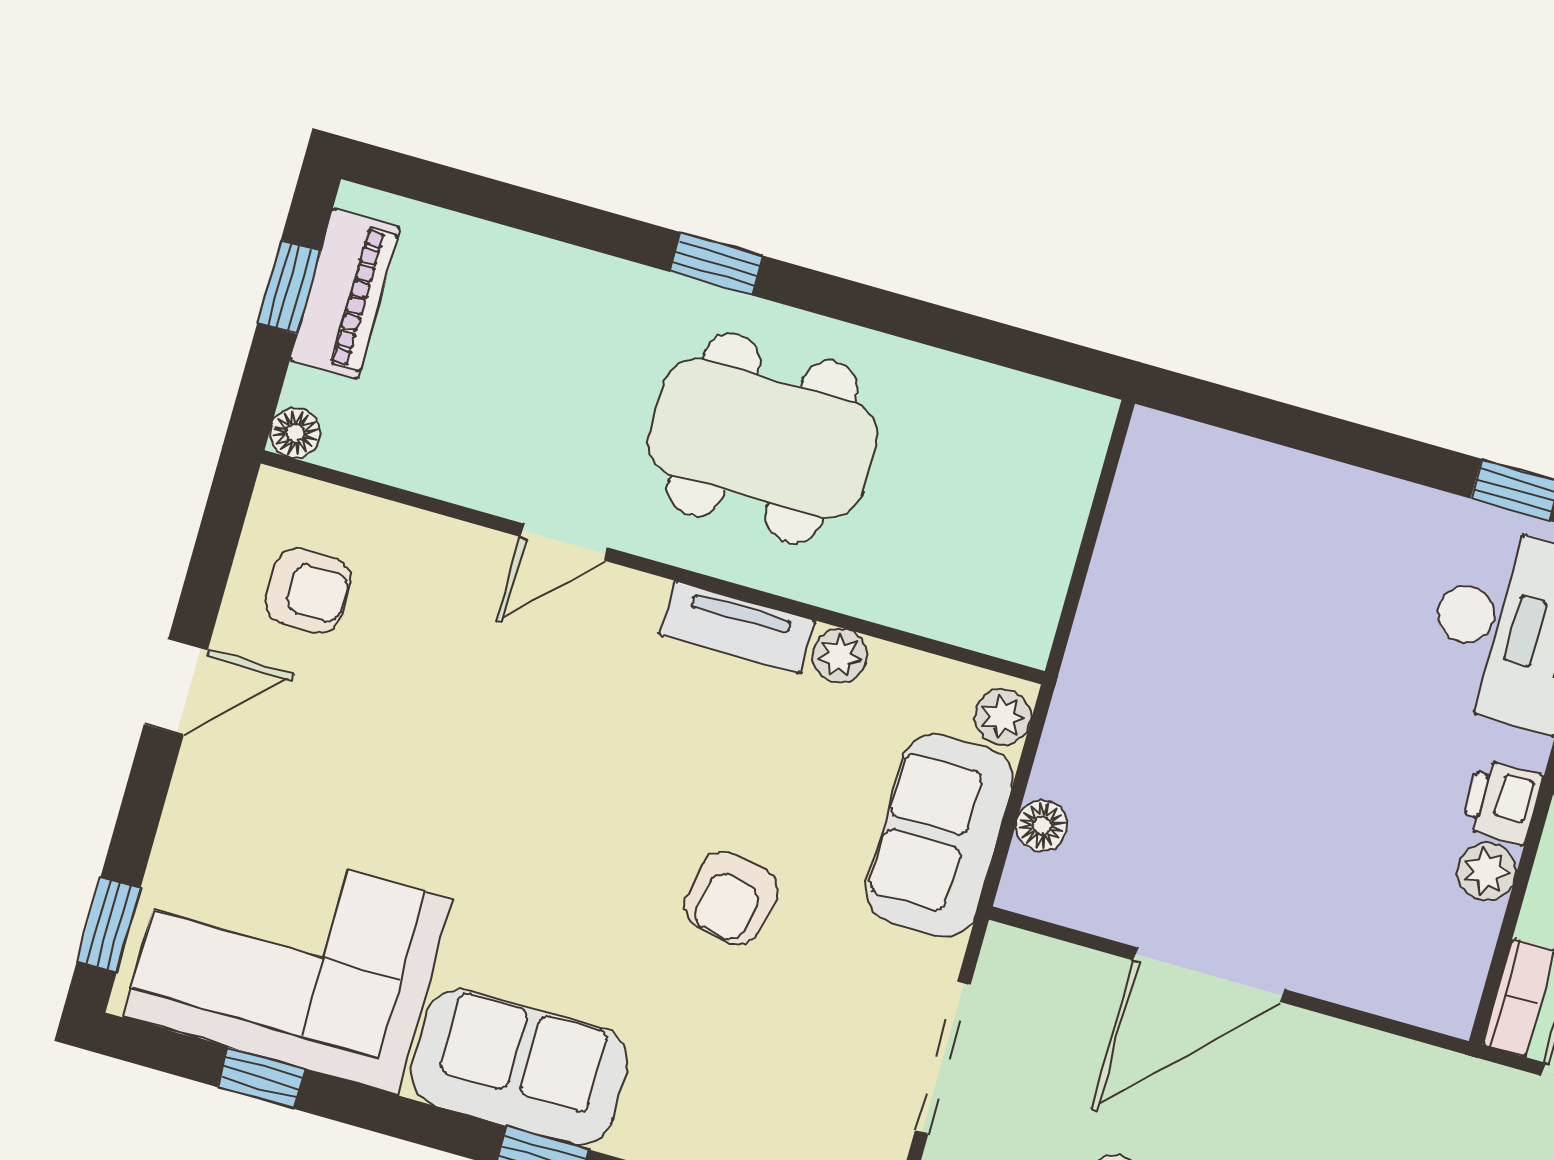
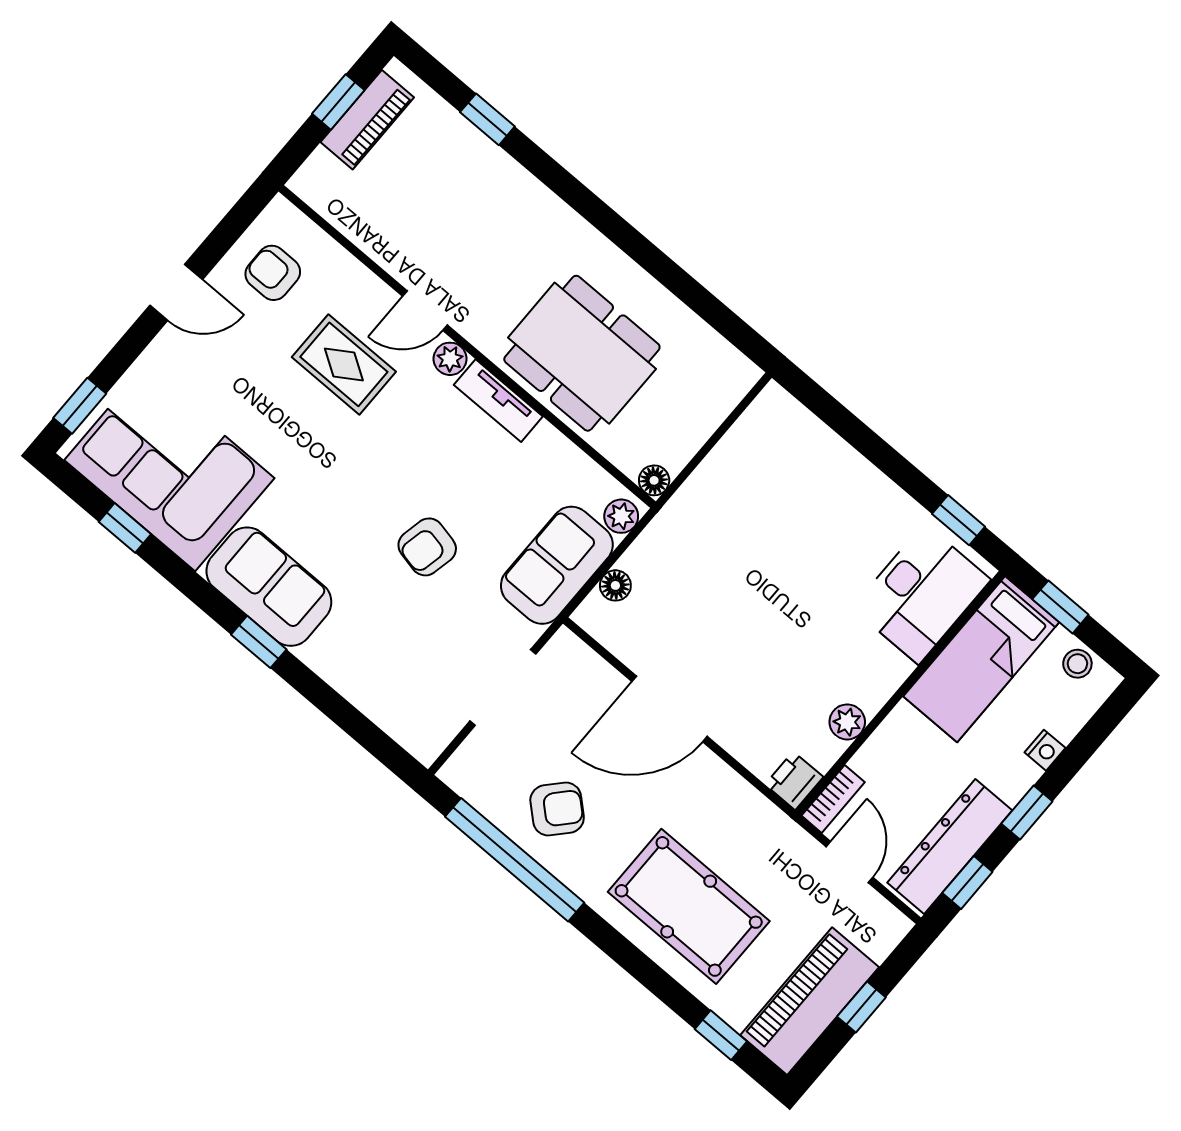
window: (717, 264) -> (487, 119), moved
floor lamp: (295, 433) -> (654, 480), moved
dining table: (763, 438) -> (582, 353), moved
armchair: (308, 590) -> (273, 273), turned 180
plant: (840, 656) -> (450, 359), moved
rug: (479, 680) -> (344, 364), added
printer: (1502, 802) -> (794, 781), moved

